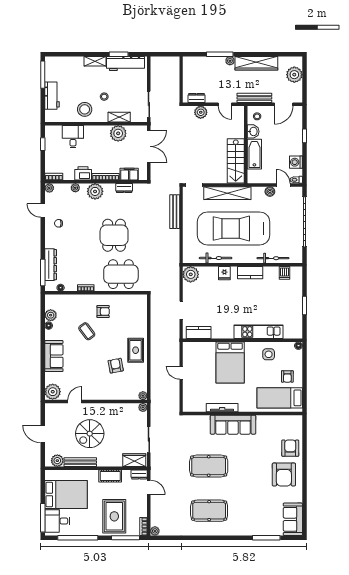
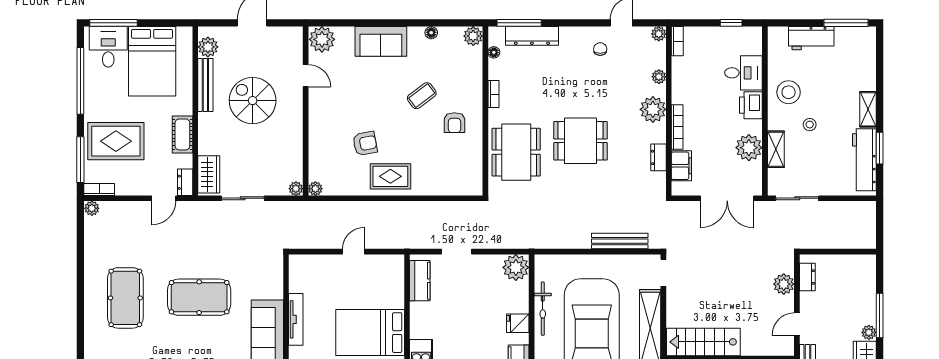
printer: (83, 173) -> (751, 105), moved, turned 180
plant: (51, 315) -> (473, 36), moved
pool table: (209, 466) -> (199, 297), turned 90

